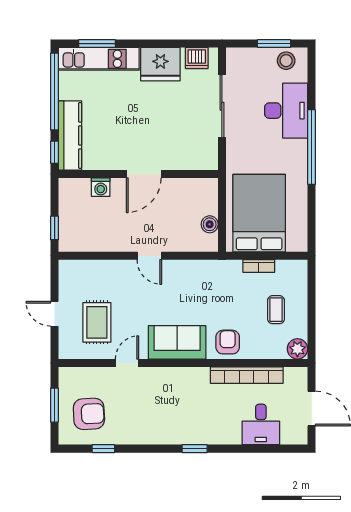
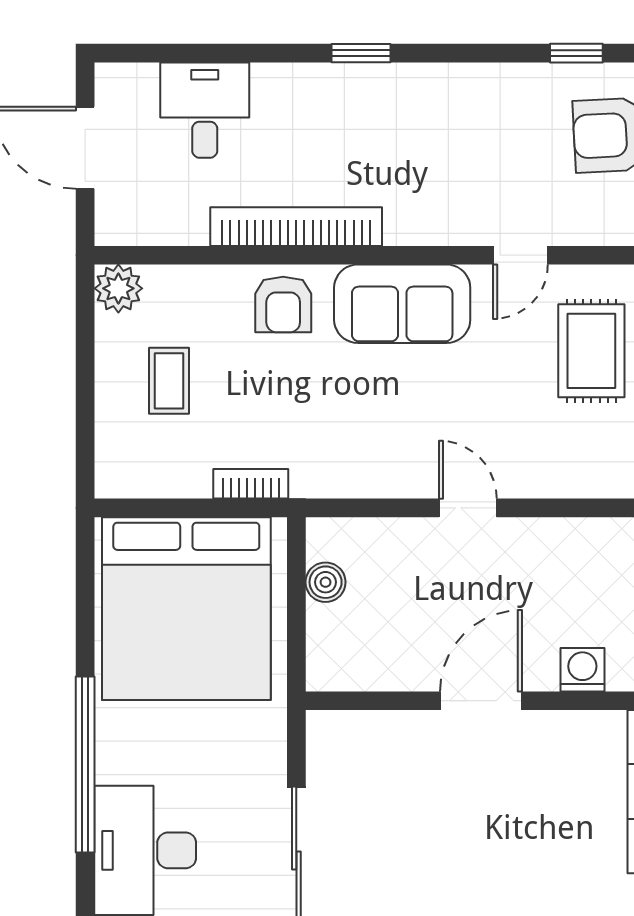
bed: (259, 213) -> (186, 609), width x1.36
bookcase: (259, 266) -> (251, 484), moved
bookcase: (247, 375) -> (296, 227), moved

